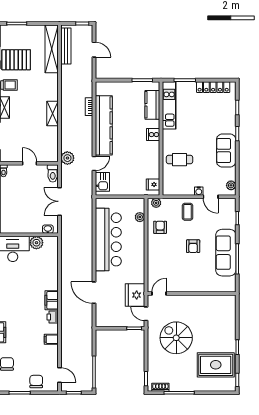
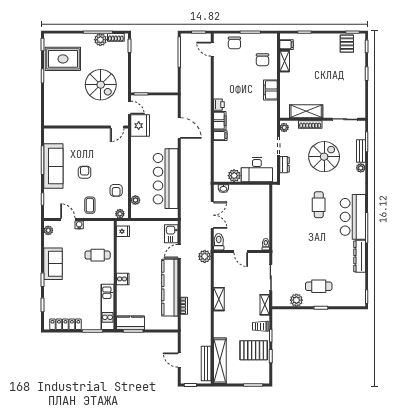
kitchen counter: (152, 105) -> (130, 323), moved, turned -90
filing cabinet: (51, 339) -> (220, 136), moved
plant: (176, 385) -> (100, 40), added

